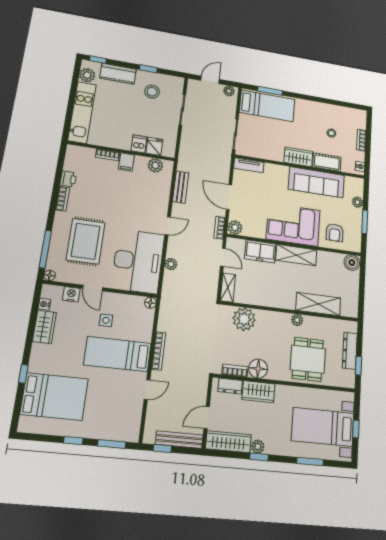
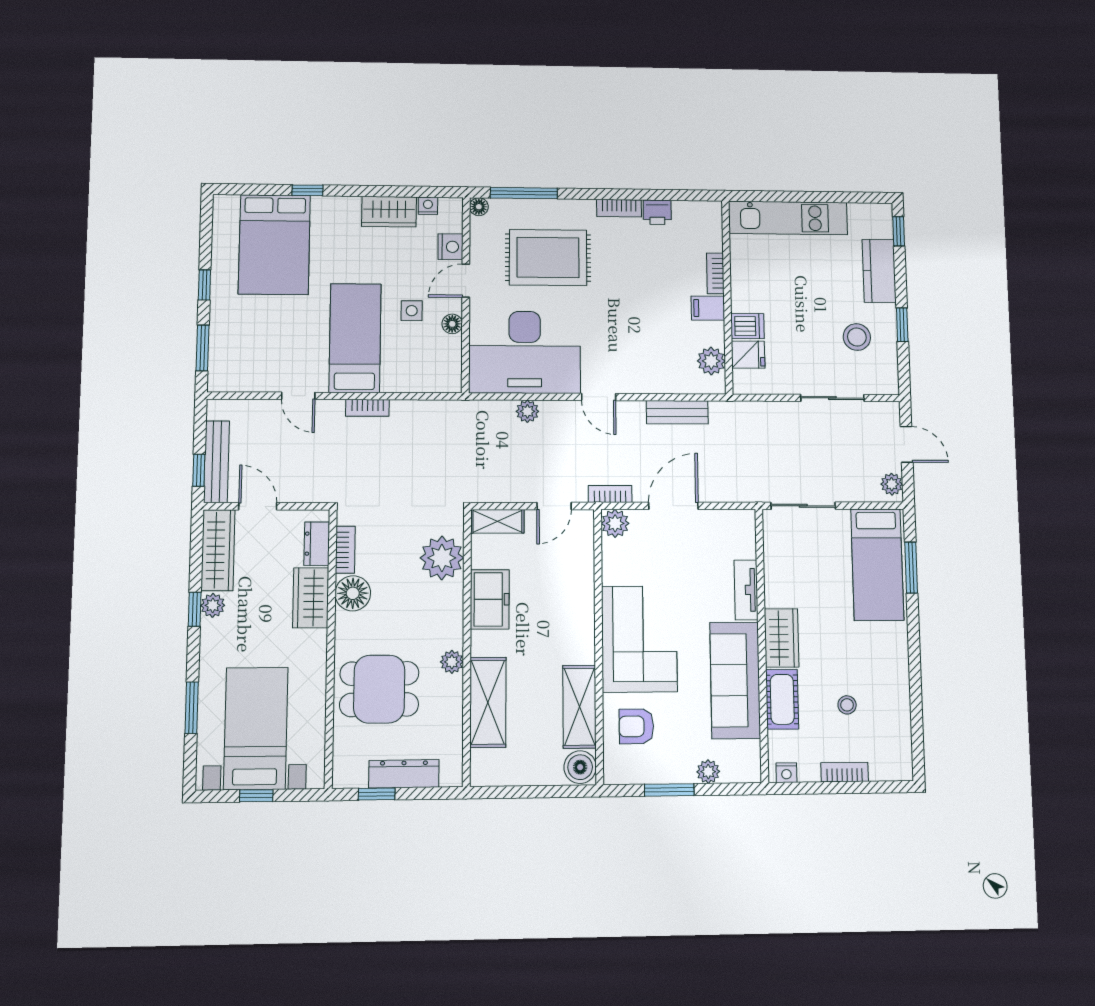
plant: (87, 75) -> (863, 217), removed
tv unit: (249, 165) -> (746, 590), moved
freezer: (260, 251) -> (490, 599), moved, turned 180
shelving: (296, 255) -> (579, 707), moved
floor lamp: (150, 303) -> (452, 324), moved
bookcase: (159, 351) -> (367, 408), width x0.64
window: (162, 448) -> (199, 470), moved

